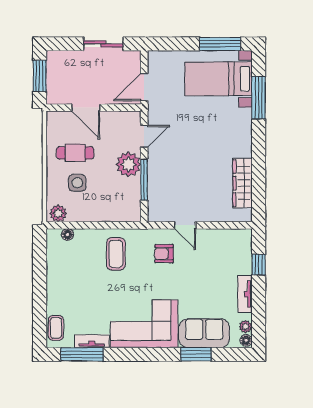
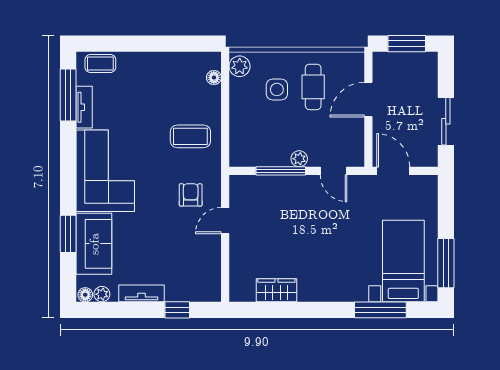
plant: (128, 164) -> (299, 159), width x0.53, depth x0.53
wardrobe: (242, 183) -> (276, 290), width x0.67

